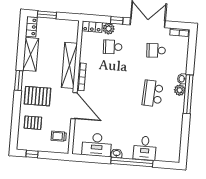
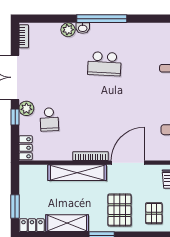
plant: (109, 29) -> (26, 108), moved
school desk: (156, 50) -> (49, 64), removed
plant: (180, 90) -> (68, 30), moved

